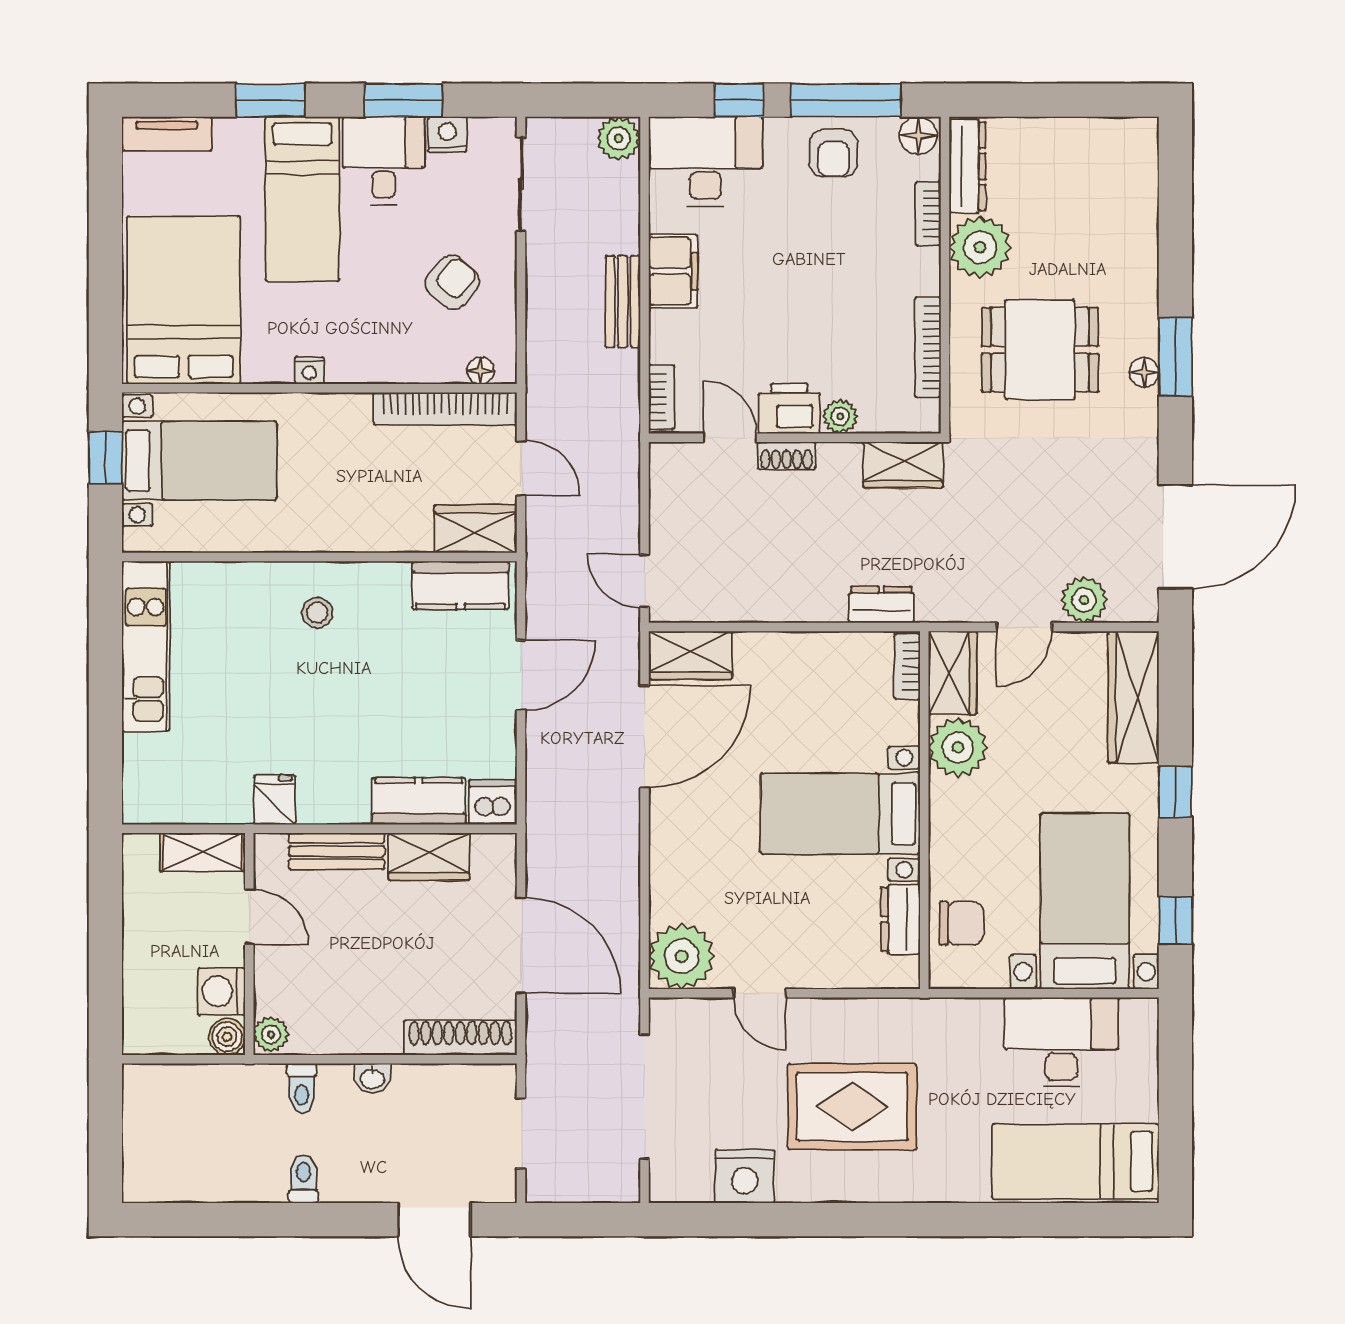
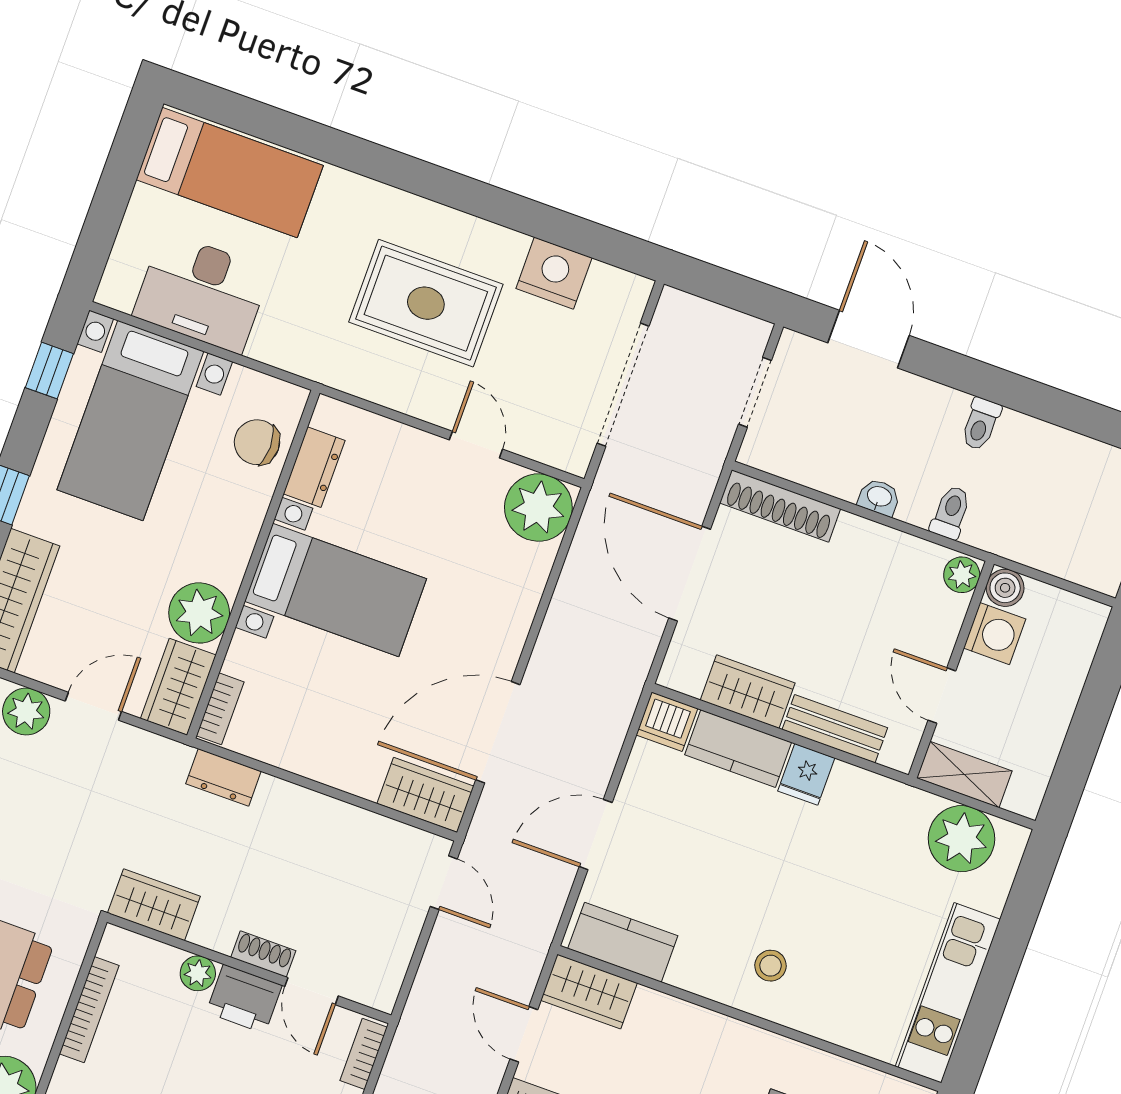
plant: (184, 792) -> (961, 839), added
fridge: (275, 800) -> (806, 774), moved

